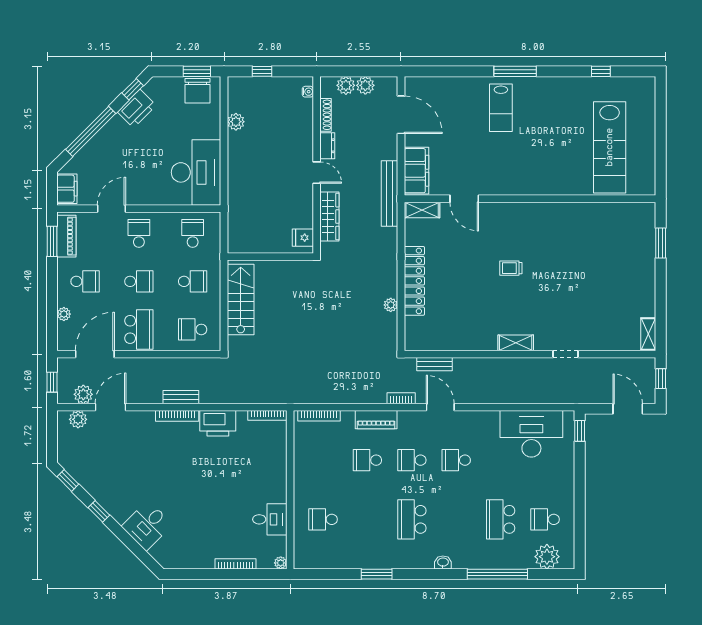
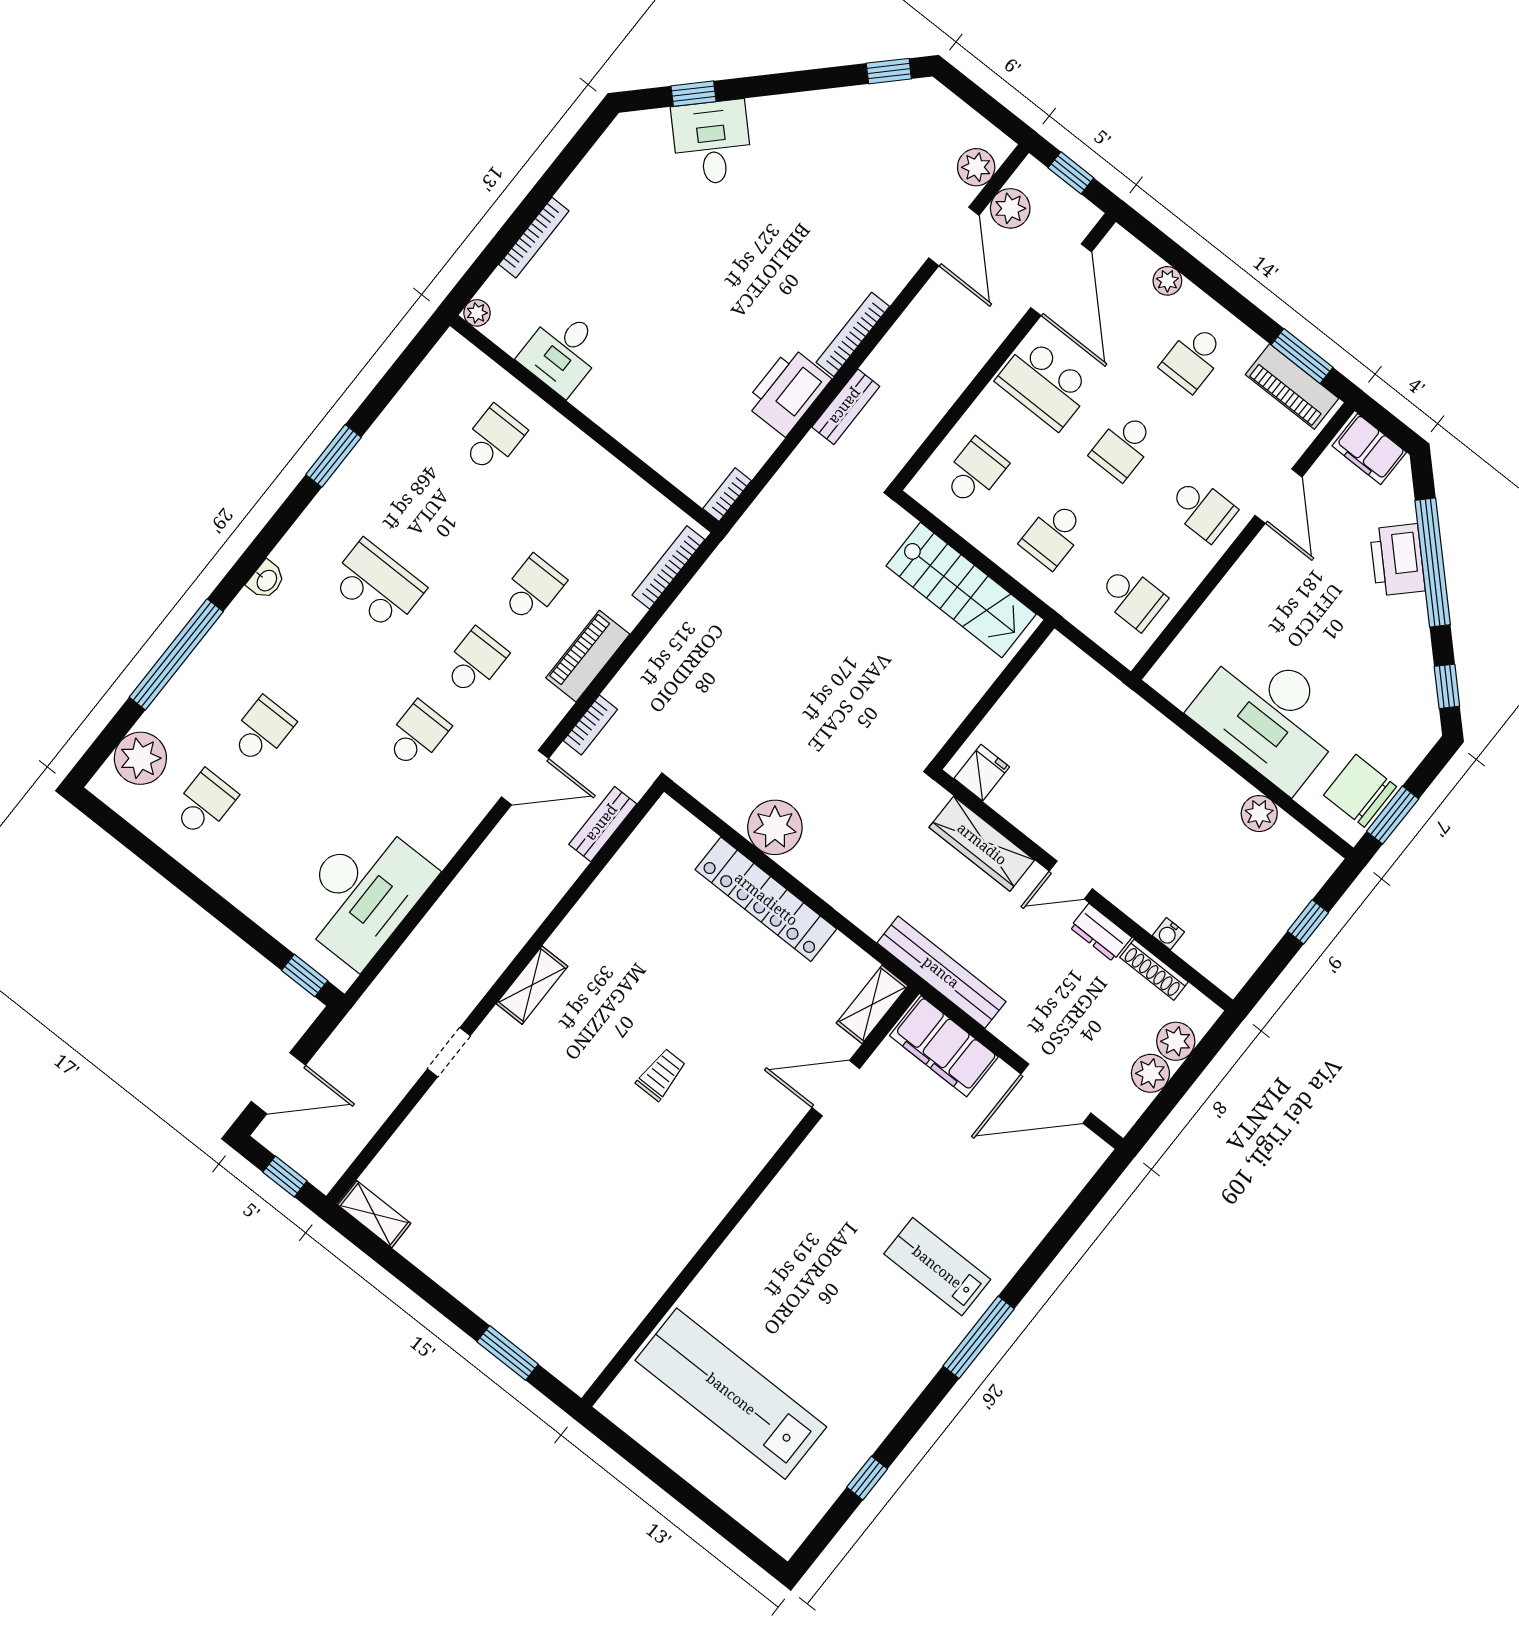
water cooler: (308, 92) -> (1168, 934), moved
printer: (137, 109) -> (1397, 560), moved
desk: (196, 172) -> (1270, 715), moved
plant: (391, 305) -> (775, 827), width x1.88, depth x1.88
bench: (181, 397) -> (846, 407), moved
bookcase: (267, 415) -> (727, 495), width x0.64
window: (99, 511) -> (694, 94), moved
school desk: (501, 519) -> (262, 731), width x0.54

